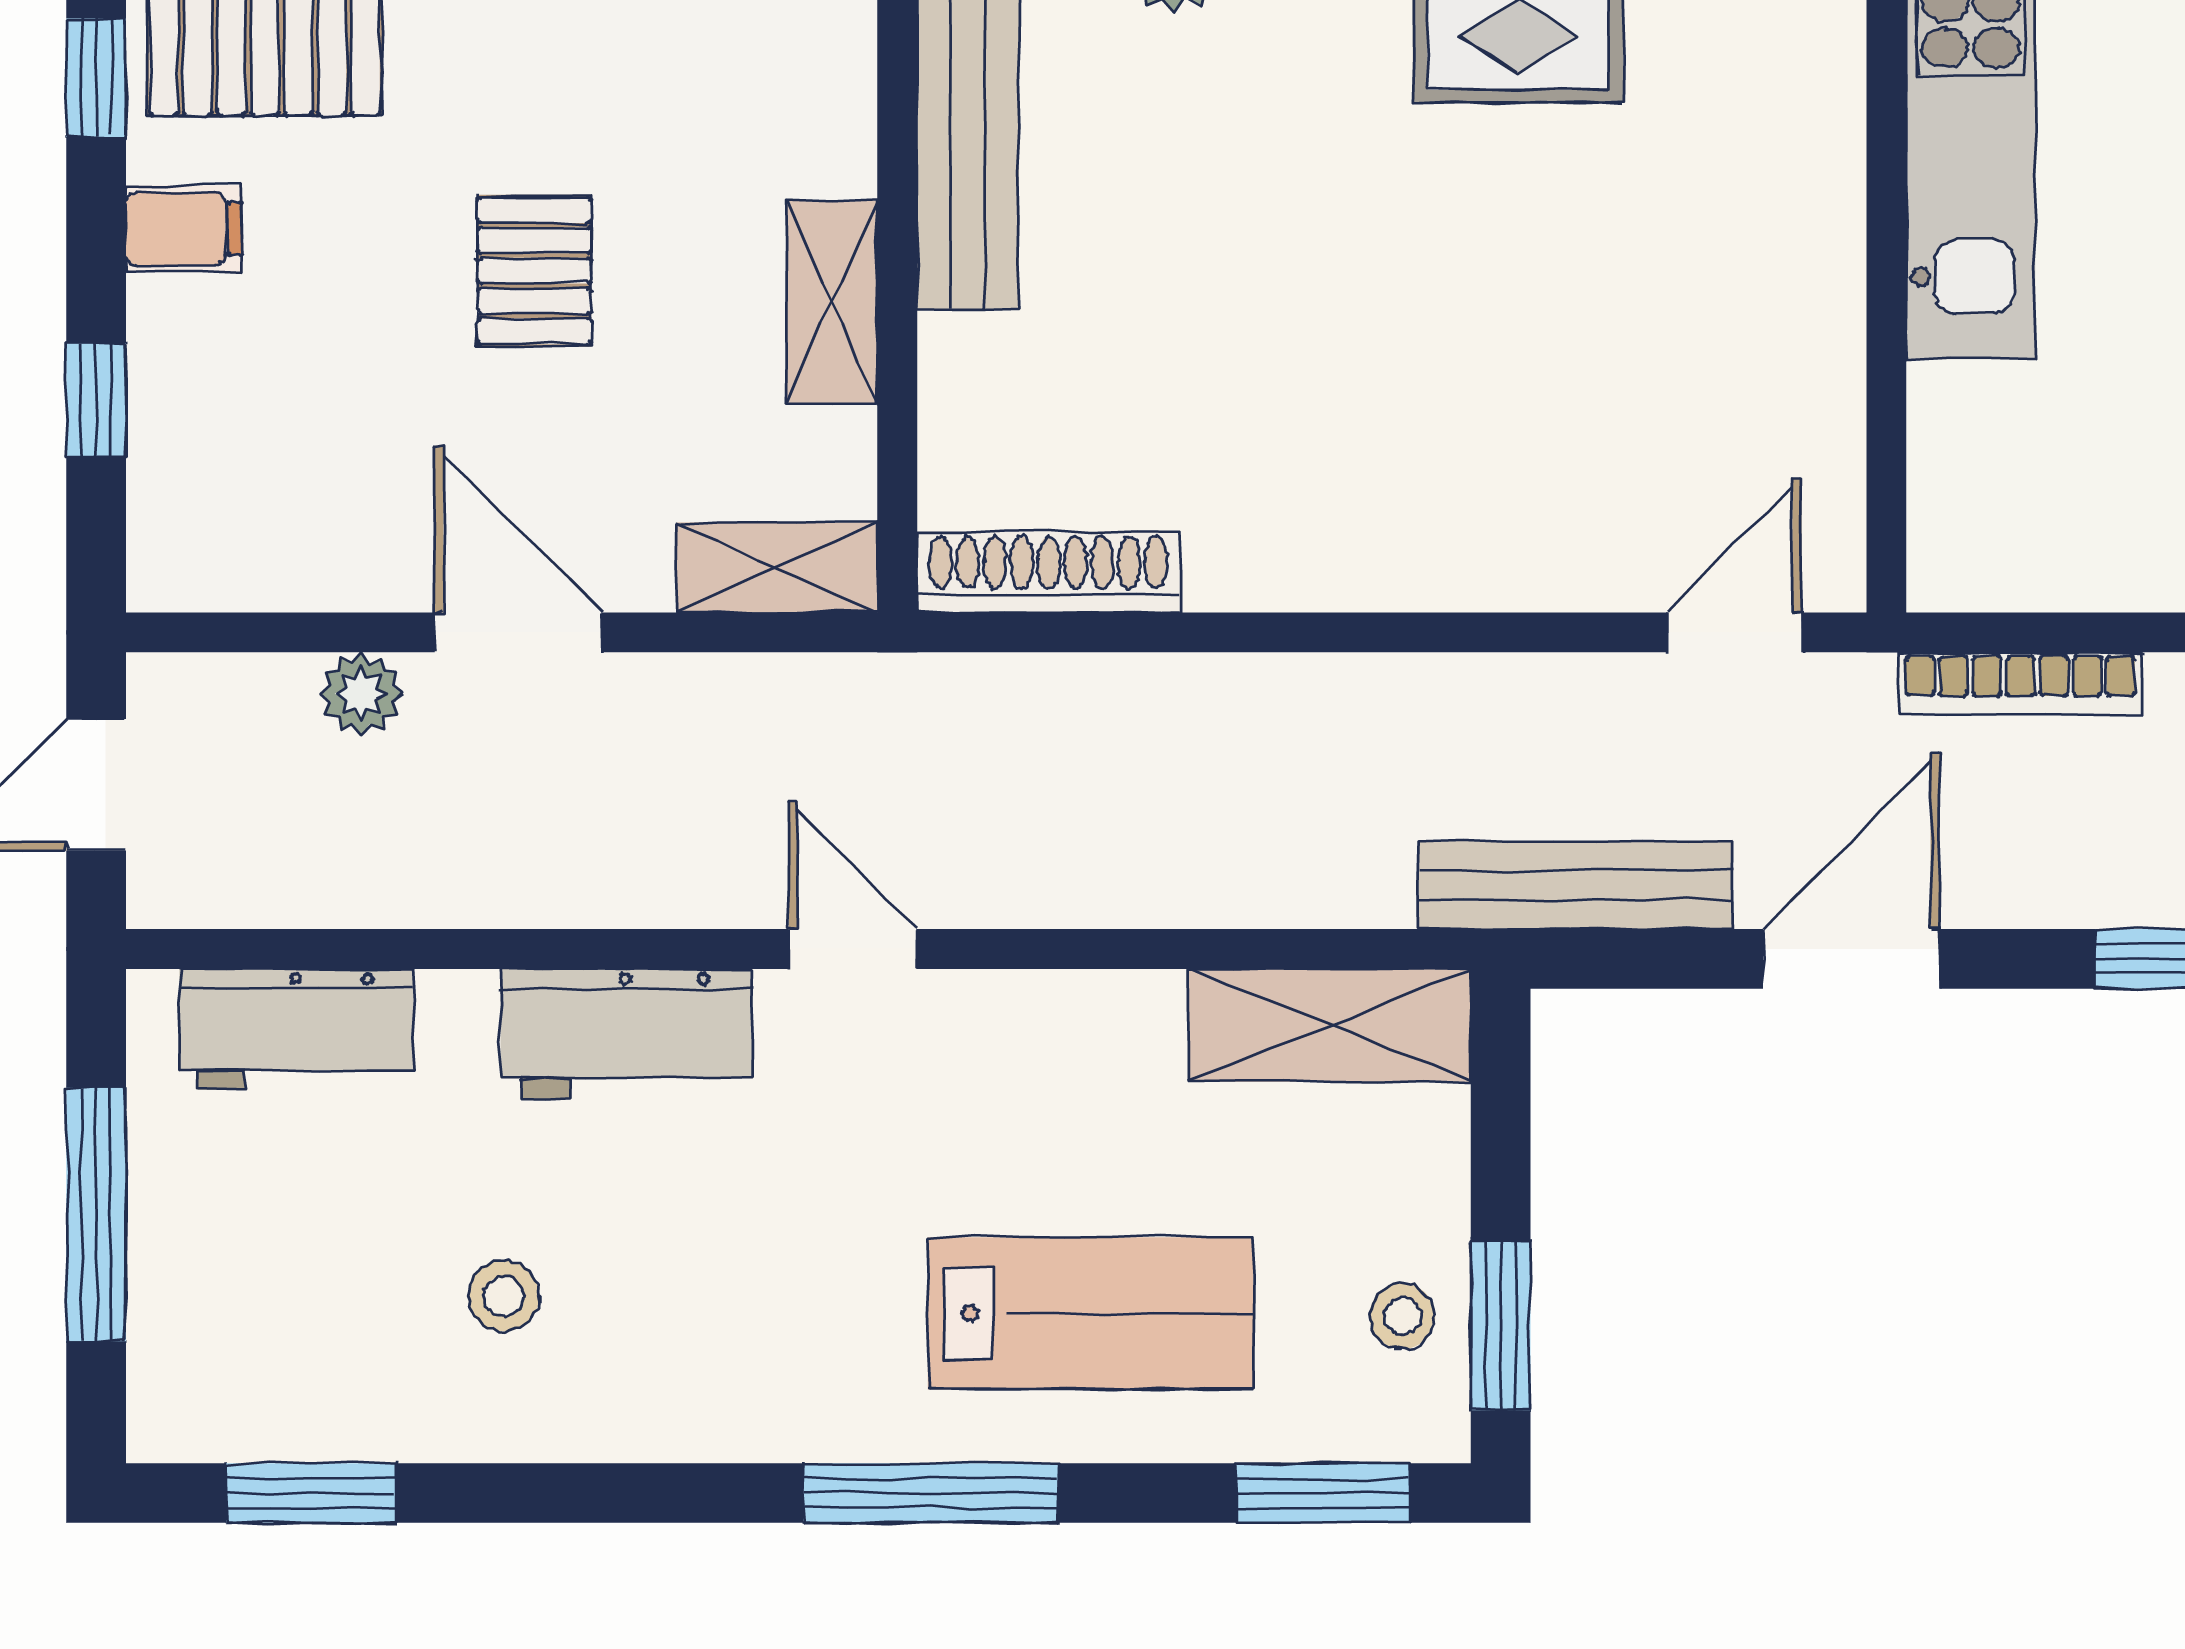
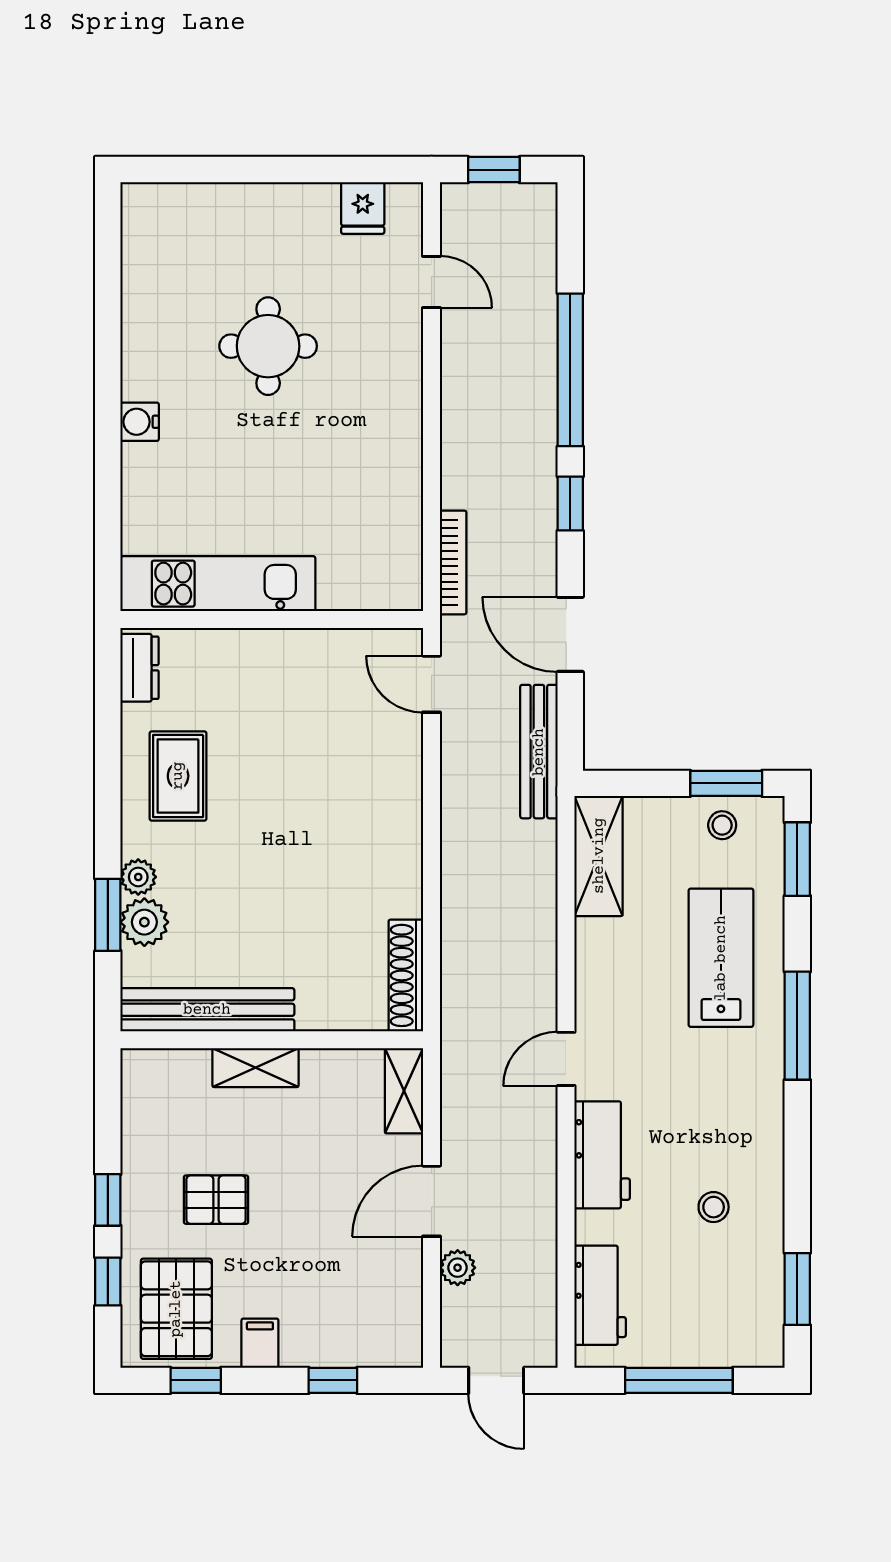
pallet: (534, 271) -> (216, 1200), moved
shelving: (832, 302) -> (255, 1068), moved

